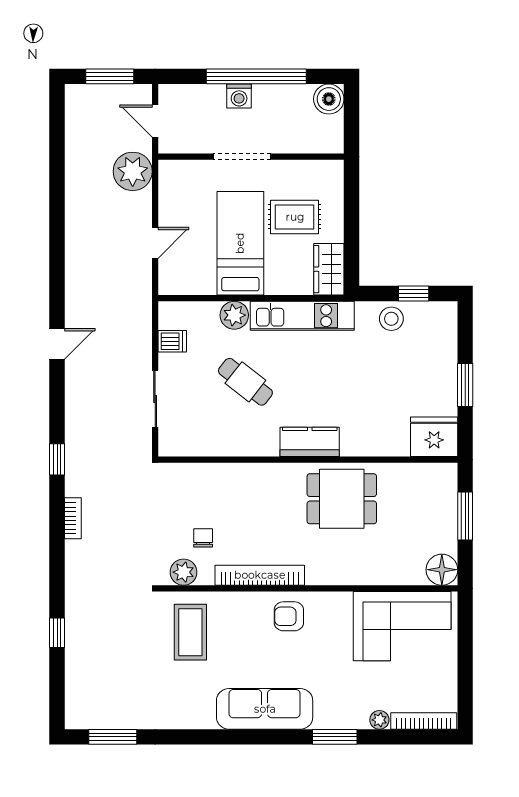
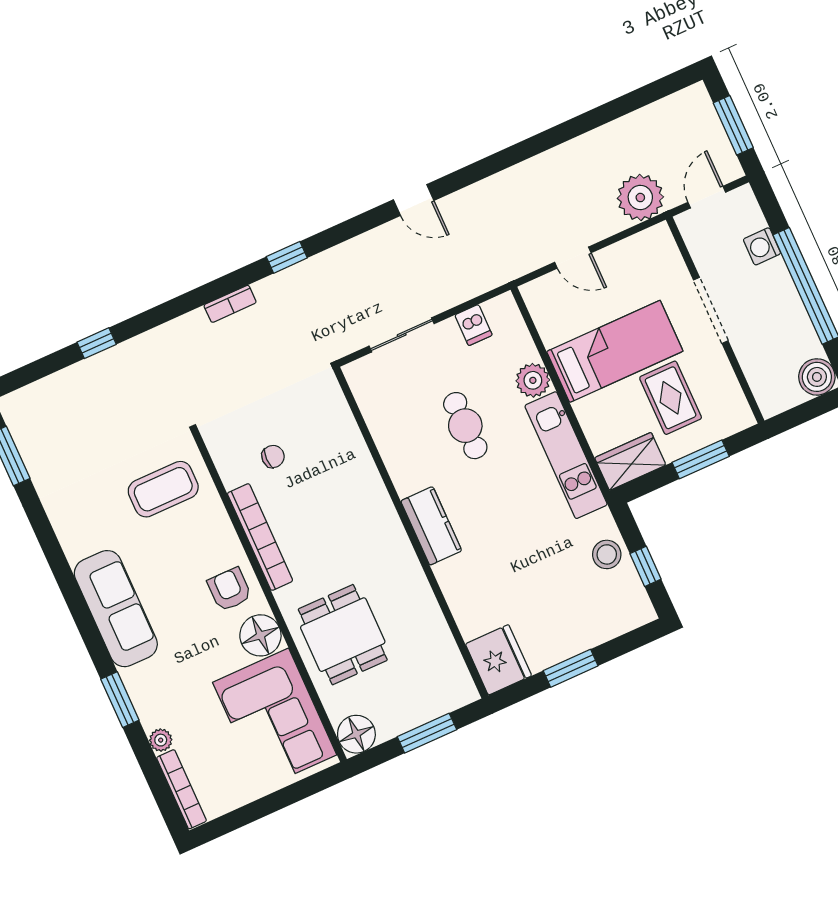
washing machine: (239, 96) -> (762, 246), moved
window: (351, 215) -> (701, 459), added
cafe table: (245, 382) -> (465, 426), turned -38
dining table: (342, 499) -> (343, 635), moved
plant: (184, 572) -> (226, 452), removed
floor lamp: (334, 609) -> (260, 635), added

